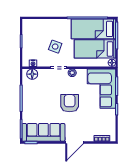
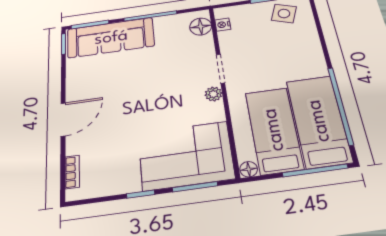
side table: (55, 47) -> (284, 14), moved
armchair: (70, 103) -> (147, 98), removed
sofa: (43, 132) -> (111, 38), moved, turned 90
door: (75, 143) -> (63, 119), swing flipped

